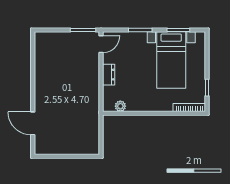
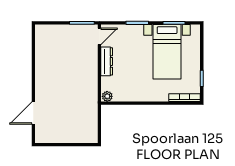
dresser: (109, 75) -> (107, 61), width x1.44
plant: (120, 106) -> (107, 96), moved
door: (33, 123) -> (33, 113), hinge flipped

